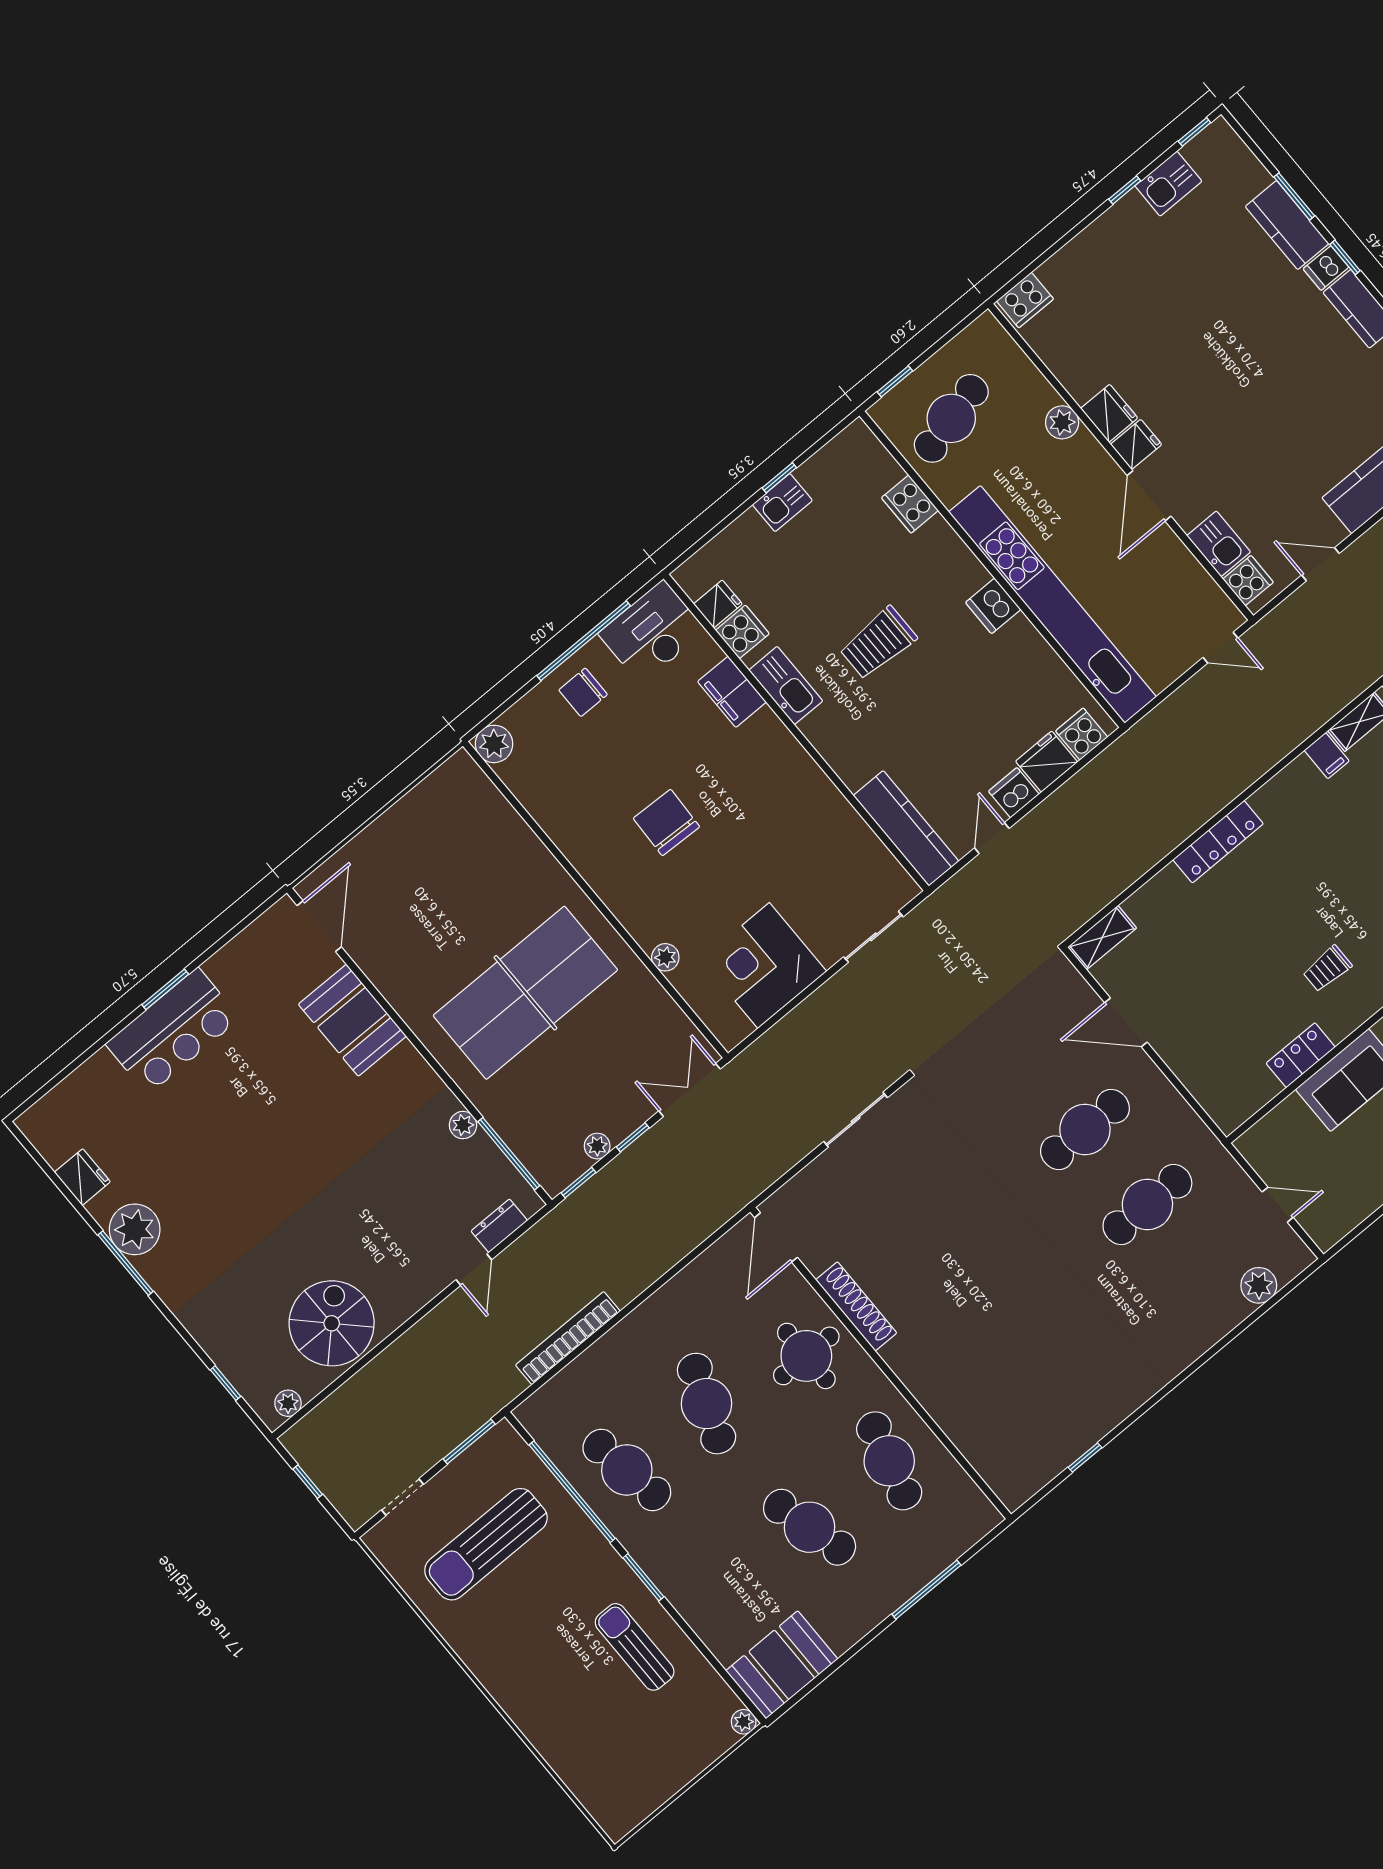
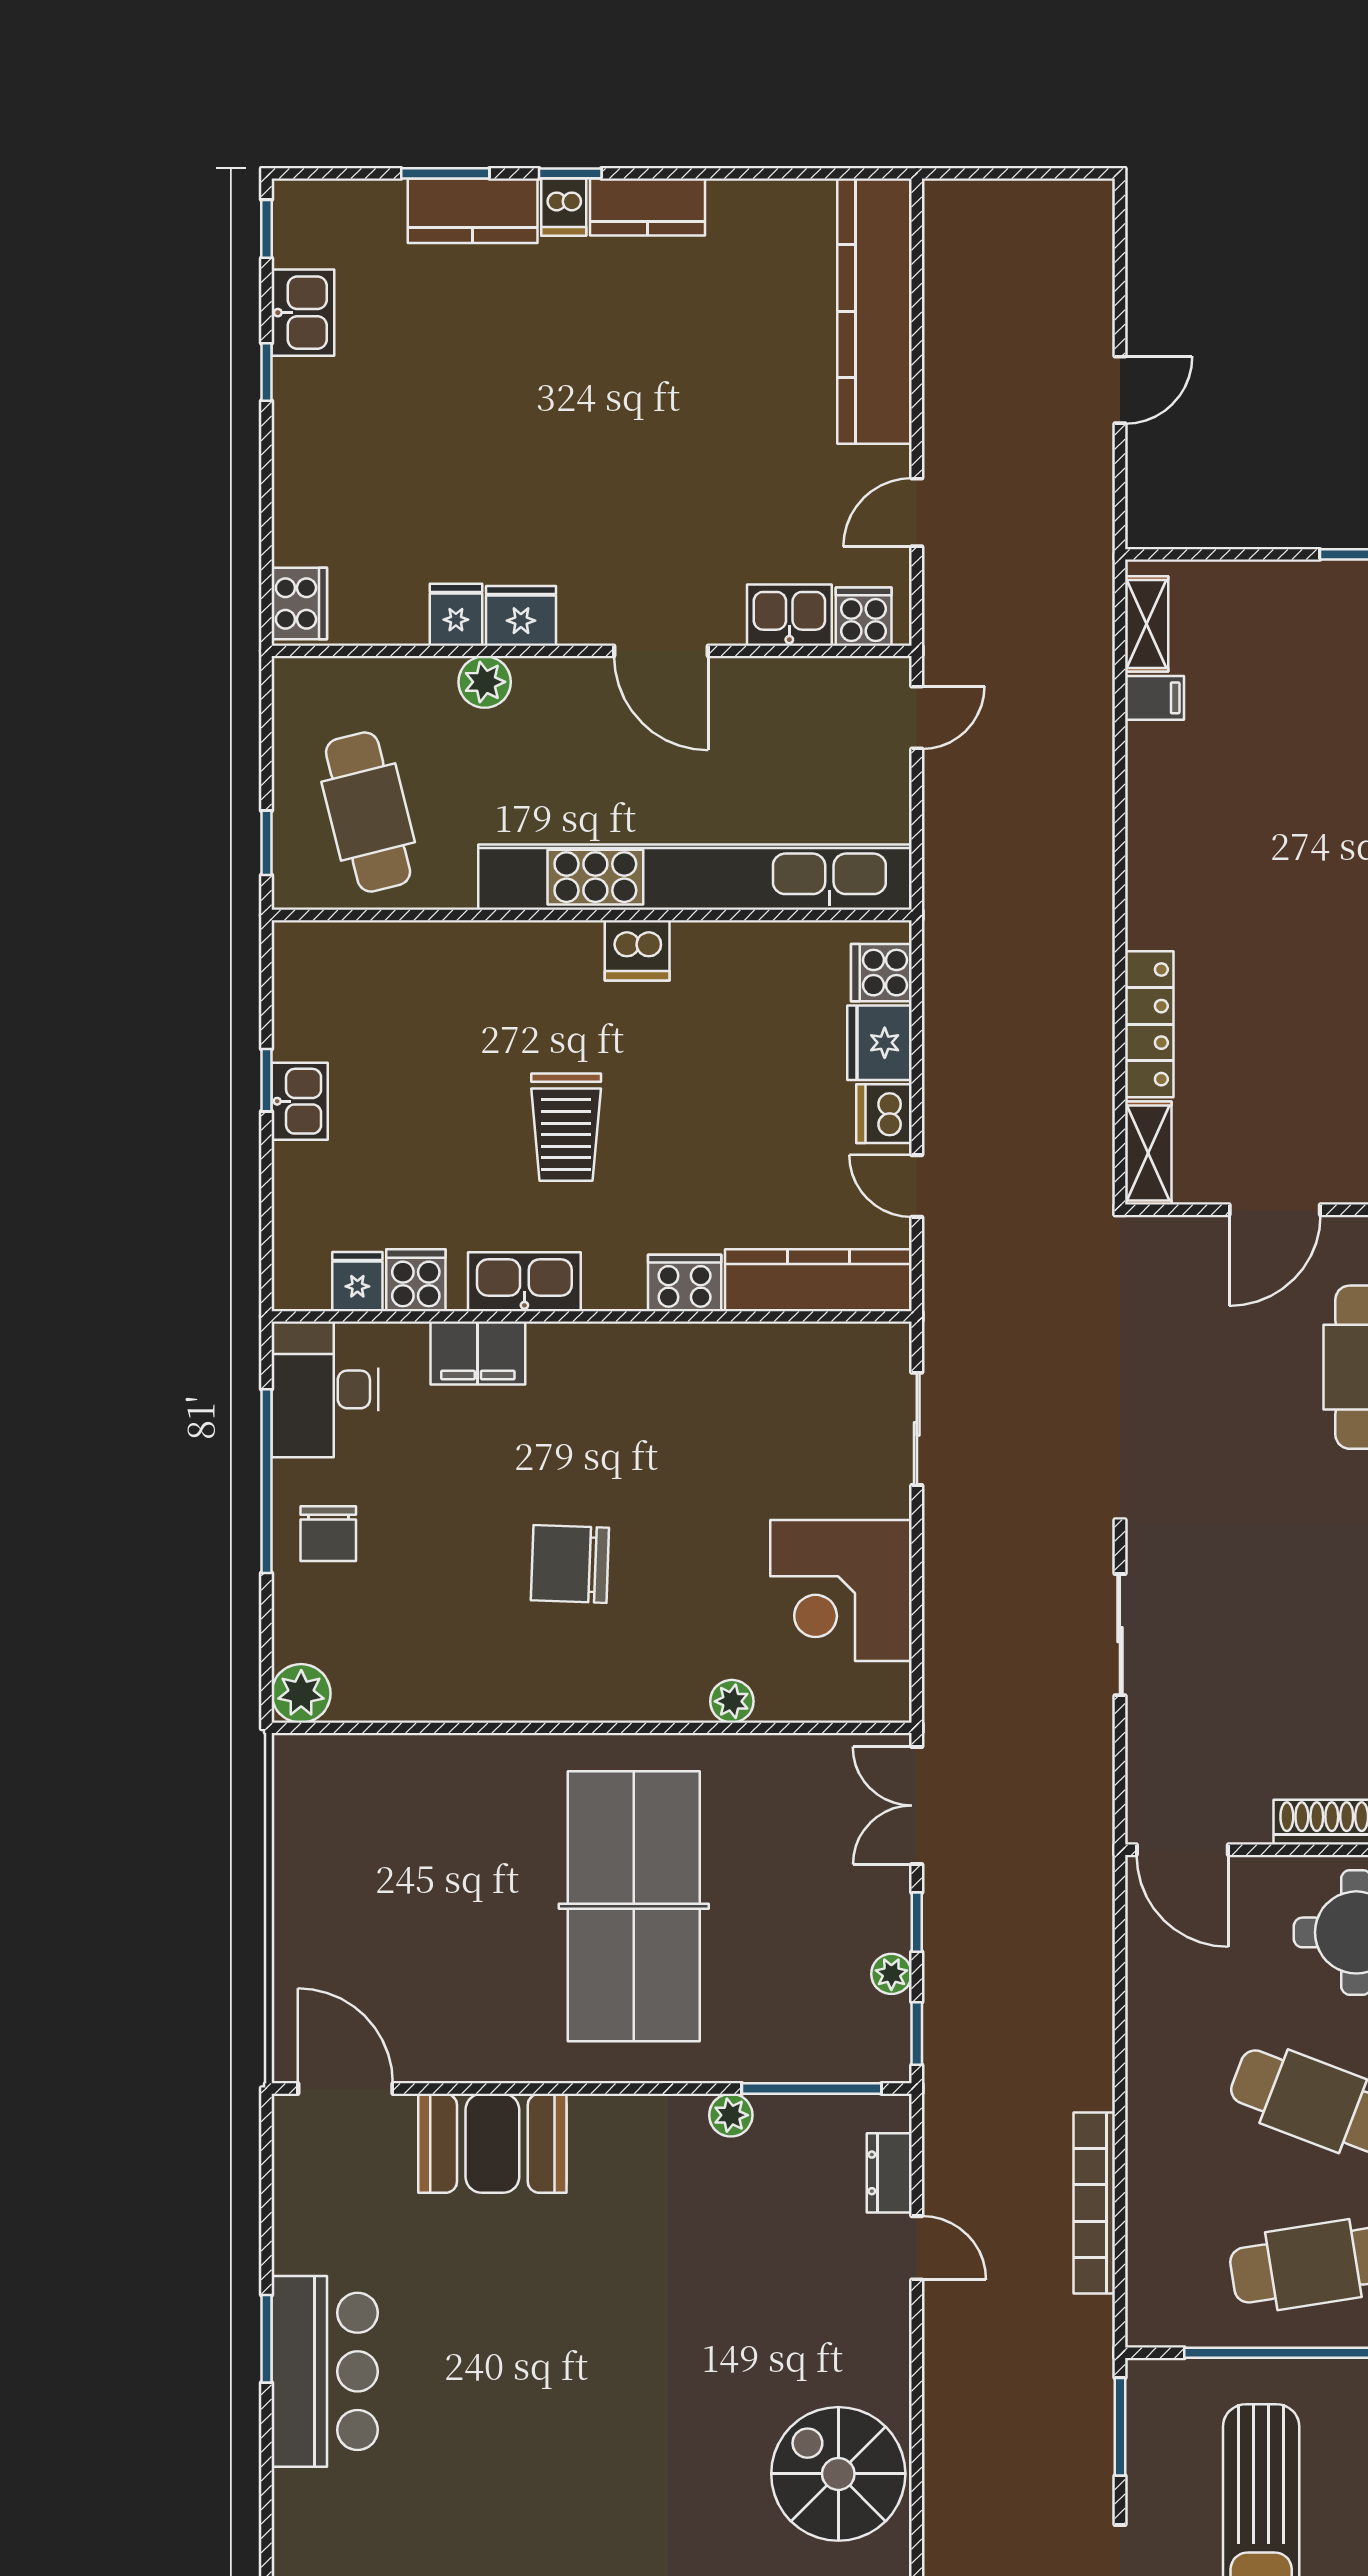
fridge: (1136, 444) -> (456, 615), moved
cooker: (910, 504) -> (685, 1283), moved, turned 180
locker: (1218, 842) -> (1149, 1024), moved

